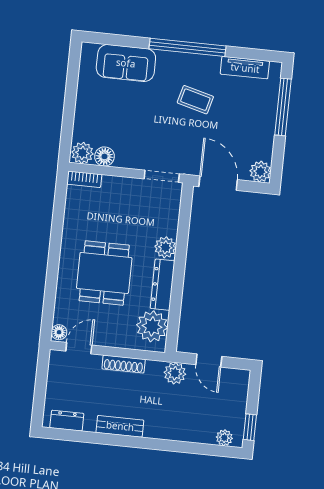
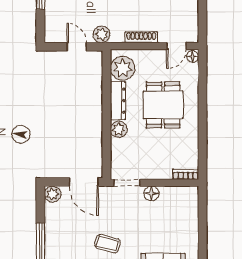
plant: (82, 153) -> (189, 194), removed
floor lamp: (104, 156) -> (151, 193), moved

